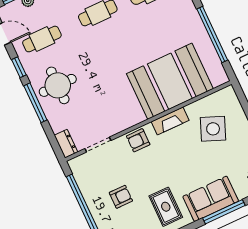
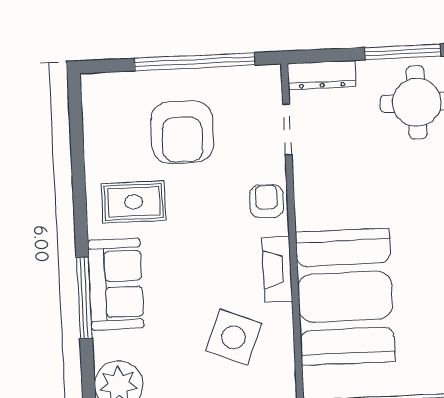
dresser: (66, 144) -> (322, 75), width x1.44
armchair: (121, 197) -> (182, 132), width x1.88, depth x1.88

